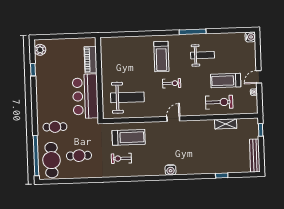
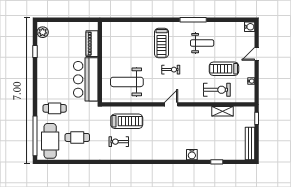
door: (259, 77) -> (257, 54), moved
weight bench: (127, 97) -> (127, 82), turned 180
water cooler: (171, 170) -> (192, 155), moved

